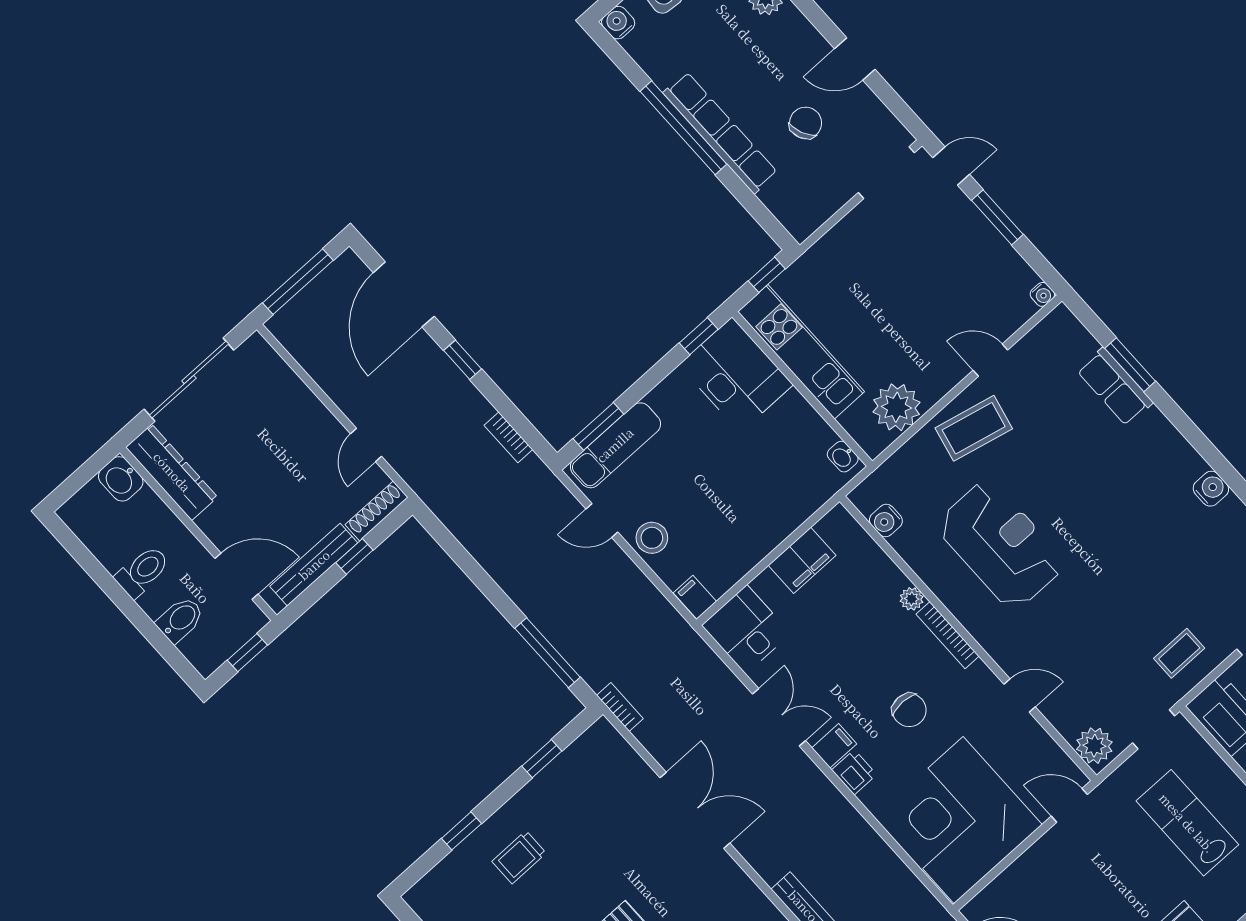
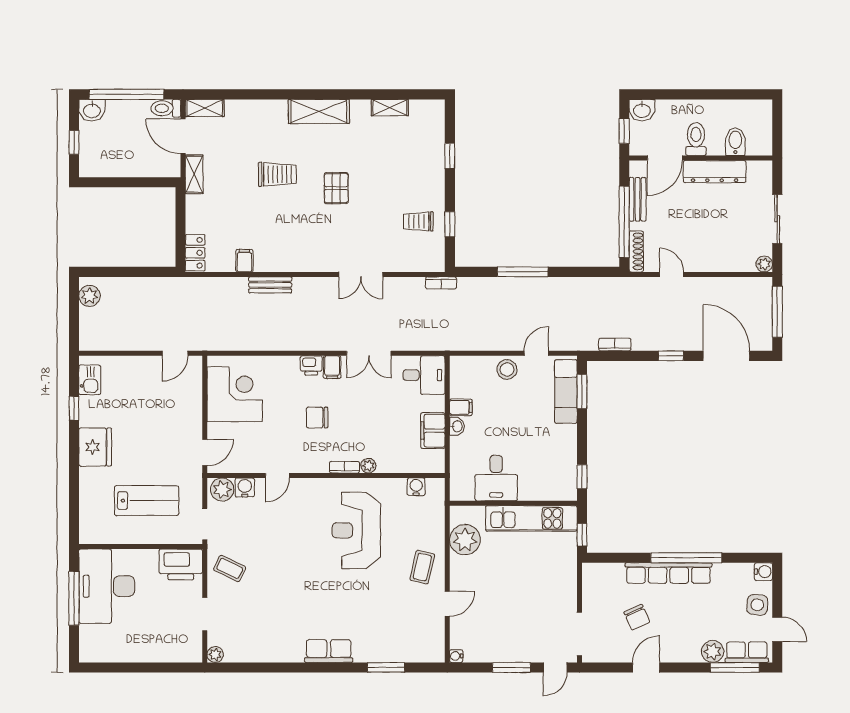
plant: (256, 347) -> (764, 264), added
desk: (736, 375) -> (496, 478), moved, width x0.73
sliding door: (189, 380) -> (777, 219), width x0.73
row of seats: (1115, 387) -> (329, 651), moved
coffee table: (974, 428) -> (422, 567), width x0.73, depth x0.77
washbasin: (843, 457) -> (457, 426), moved, turned 90
dresser: (172, 472) -> (715, 172), moved
washbasin: (121, 479) -> (642, 110), moved, turned 180
water cooler: (1211, 489) -> (245, 487), moved, turned 180
reception desk: (1001, 545) -> (356, 530), turned 90
window: (354, 556) -> (624, 222), width x3.17
bench: (314, 565) -> (637, 199), width x0.73
toilet: (142, 571) -> (696, 139), moved, turned 180
filing cabinet: (695, 597) -> (461, 407), moved
bidet: (180, 620) -> (735, 142), moved, turned 180
bookcase: (948, 635) -> (345, 467), width x0.64
window: (548, 653) -> (523, 272), moved
coffee table: (1179, 653) -> (230, 568), turned -64
double door: (695, 810) -> (361, 274), width x0.73
corner desk: (959, 820) -> (235, 394), width x0.74, depth x0.74
trolley: (519, 857) -> (418, 221), moved, turned -90

